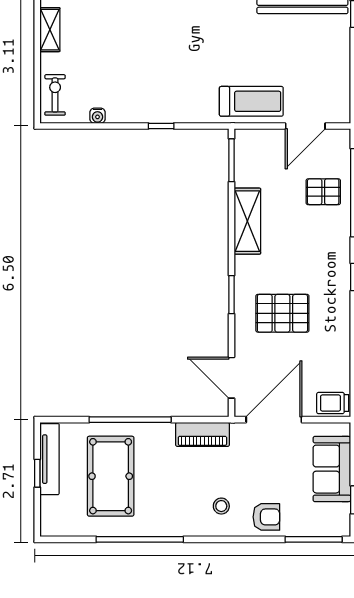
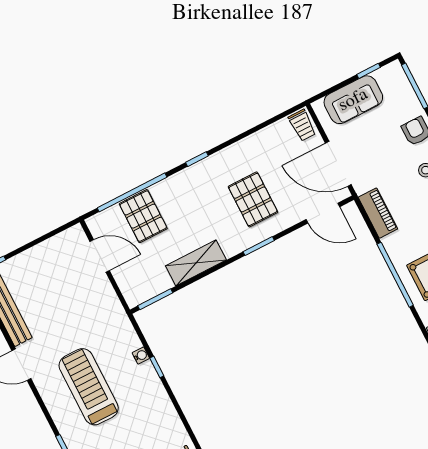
treadmill: (251, 101) -> (89, 387), moved, width x1.37, depth x1.38
water cooler: (98, 116) -> (141, 356), moved
pallet: (323, 192) -> (143, 216), width x1.50, depth x1.42
door: (231, 378) -> (323, 213), hinge flipped

